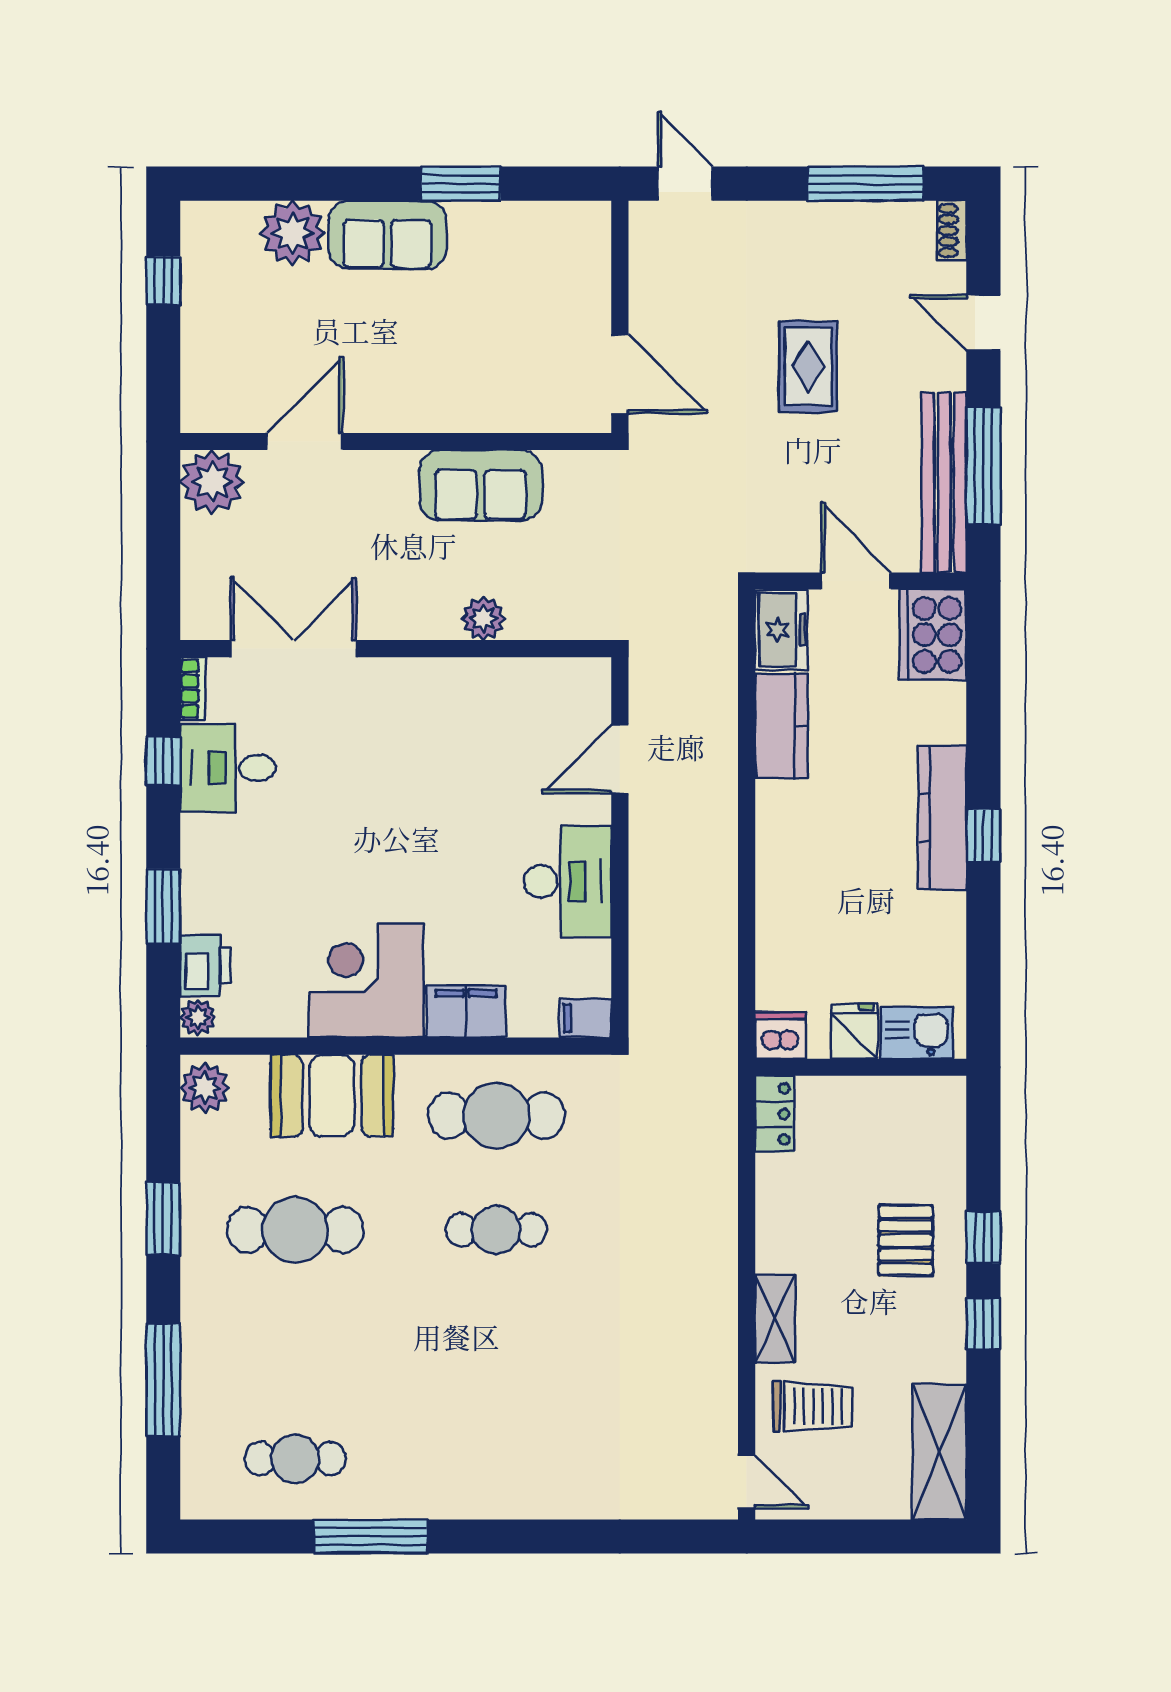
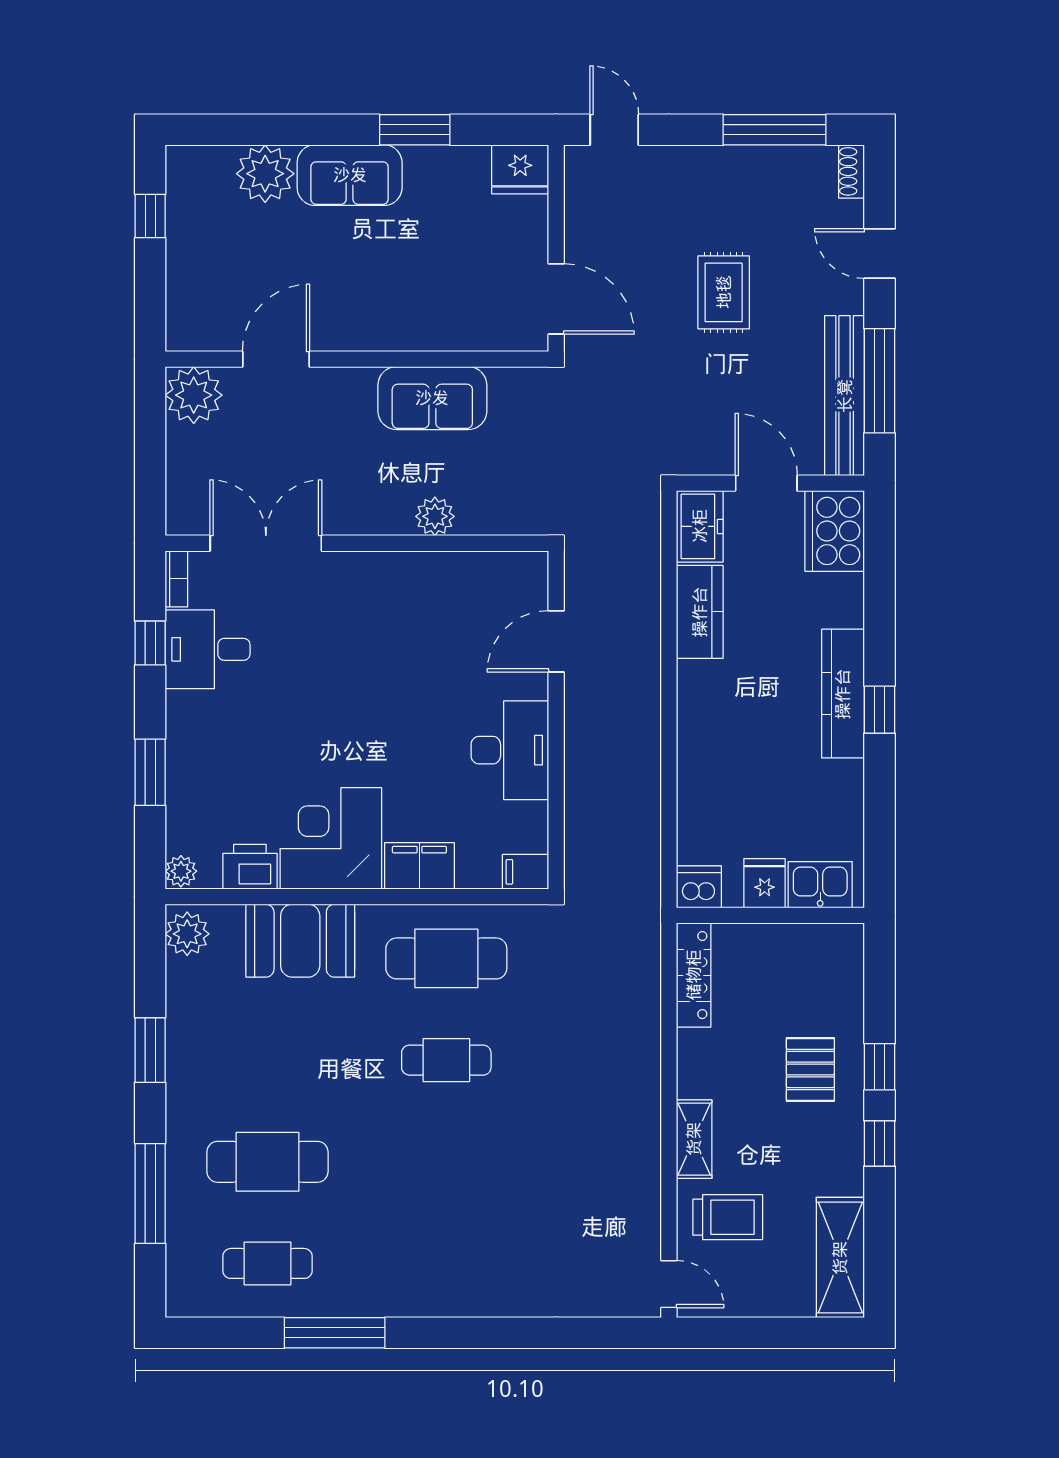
fridge: (579, 228) -> (520, 169), added
printer: (205, 966) -> (250, 867), moved, turned -90
locker: (774, 1114) -> (694, 975), width x1.53
cafe table: (295, 1230) -> (267, 1162), moved

